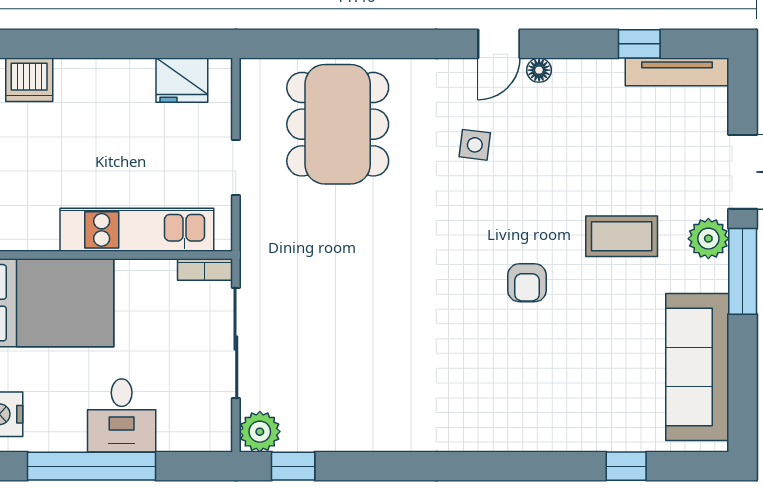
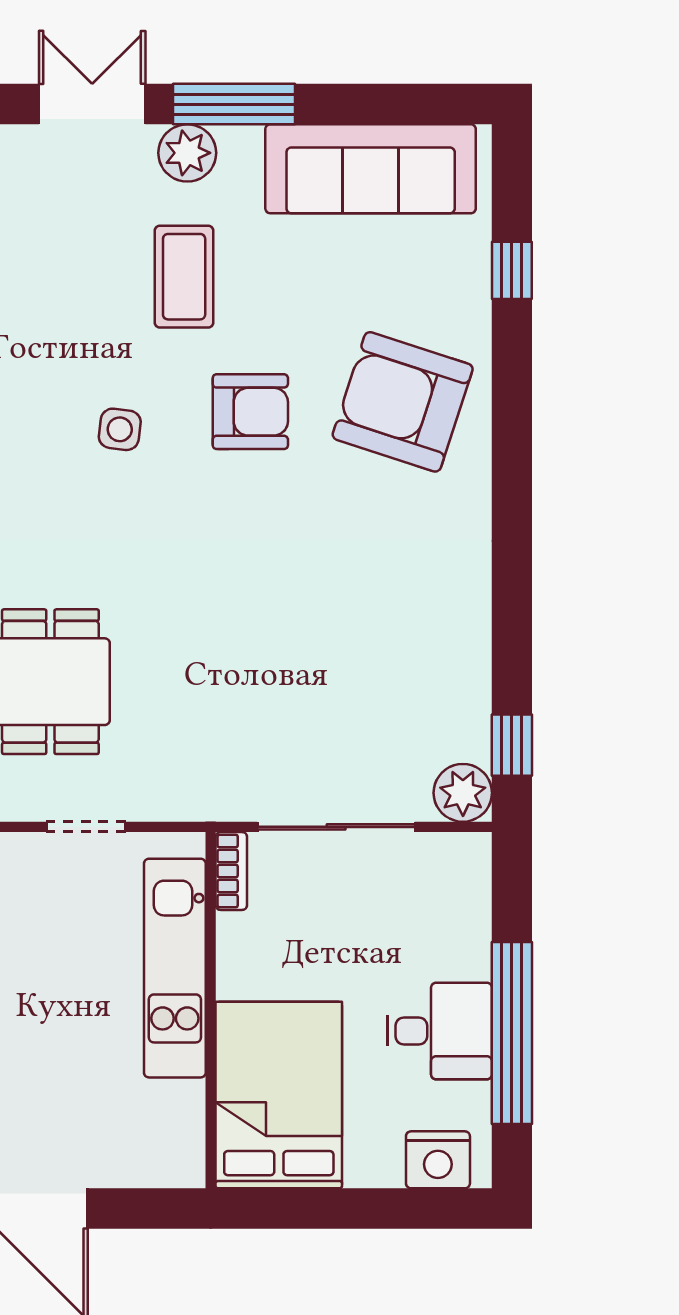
side table: (475, 145) -> (120, 429), moved
armchair: (527, 283) -> (250, 412), width x1.38, depth x1.38
armchair: (534, 390) -> (403, 402), added
desk: (122, 415) -> (440, 1031), moved

